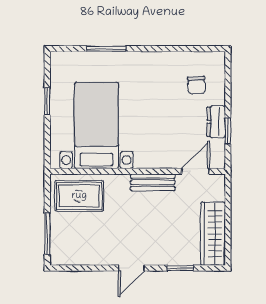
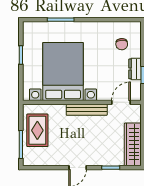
bed with nightstands: (96, 126) -> (63, 71), width x1.36
bench: (153, 182) -> (87, 110), width x1.36
rug: (79, 196) -> (37, 130), moved, turned 90

